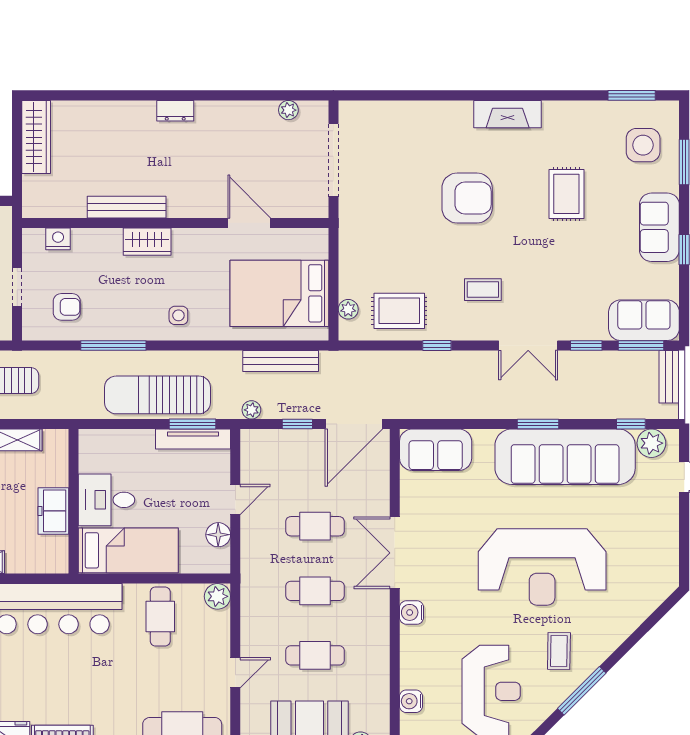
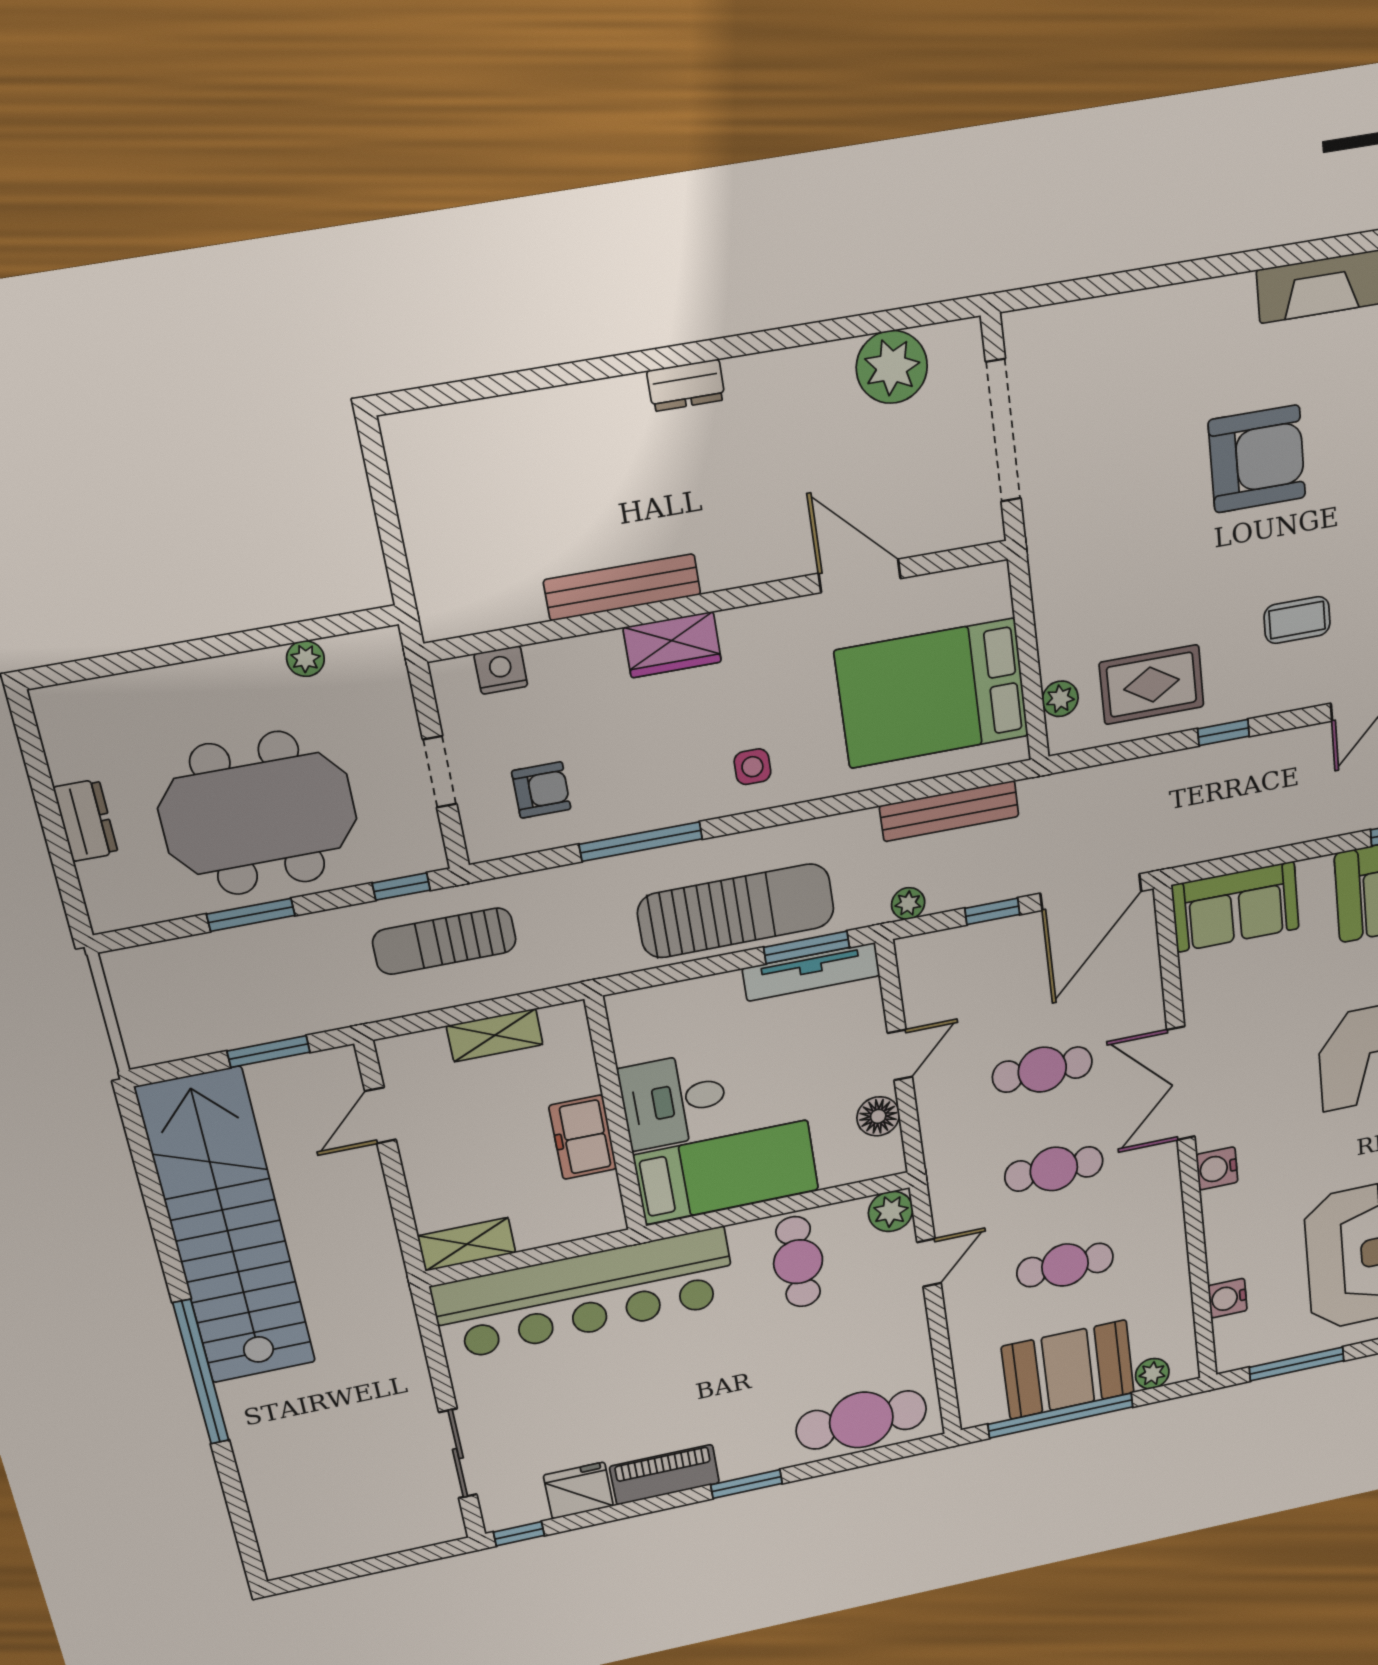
plant: (288, 110) -> (892, 367), width x1.88, depth x1.88
wardrobe: (36, 137) -> (420, 484), removed
sun lounger: (158, 395) -> (736, 911), turned 180
door: (235, 673) -> (929, 1263), moved

